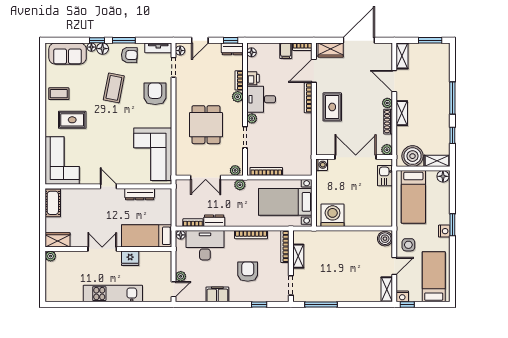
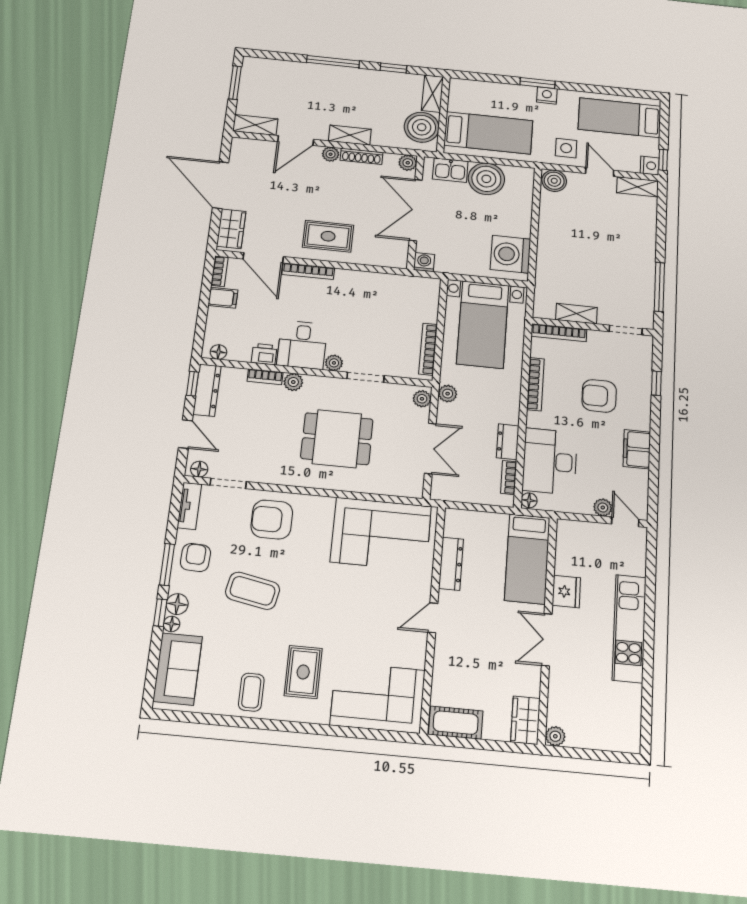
dresser: (232, 49) -> (207, 390), width x1.44
floor lamp: (443, 176) -> (458, 88), removed
boiler: (381, 198) -> (486, 179), added

